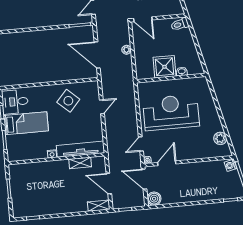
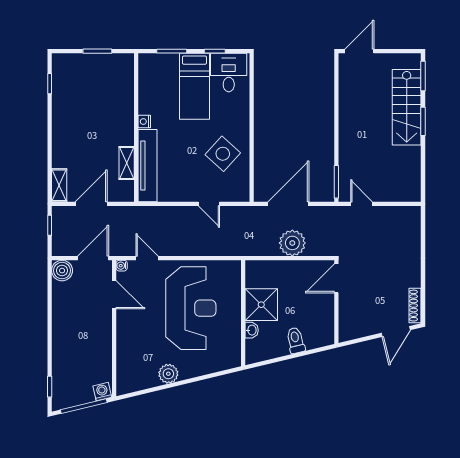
toilet: (180, 24) -> (296, 340), moved
plant: (126, 50) -> (292, 243), width x1.88, depth x1.88
plant: (220, 138) -> (168, 374), moved

